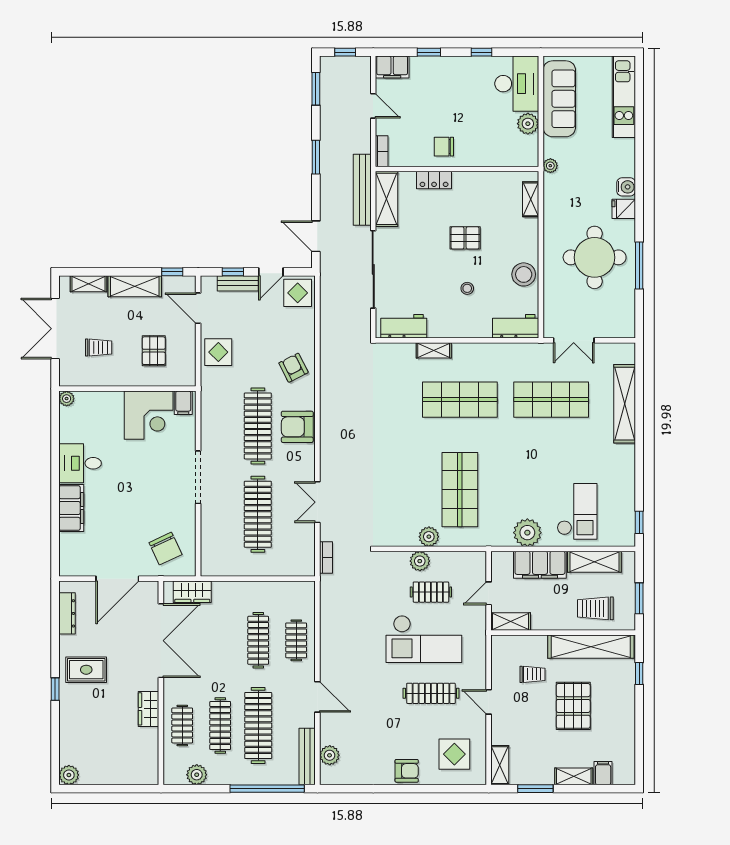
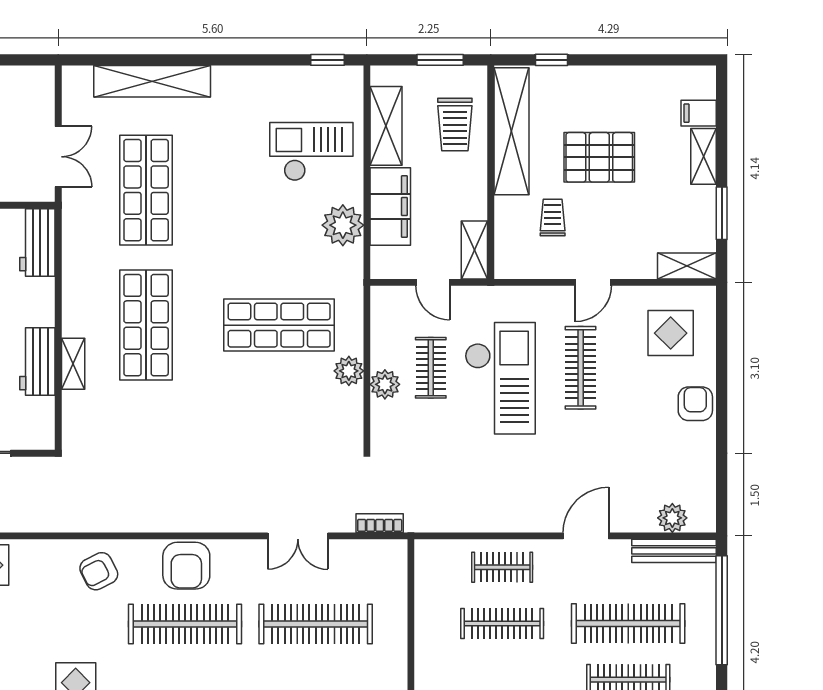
workbench: (404, 326) -> (37, 361), moved

